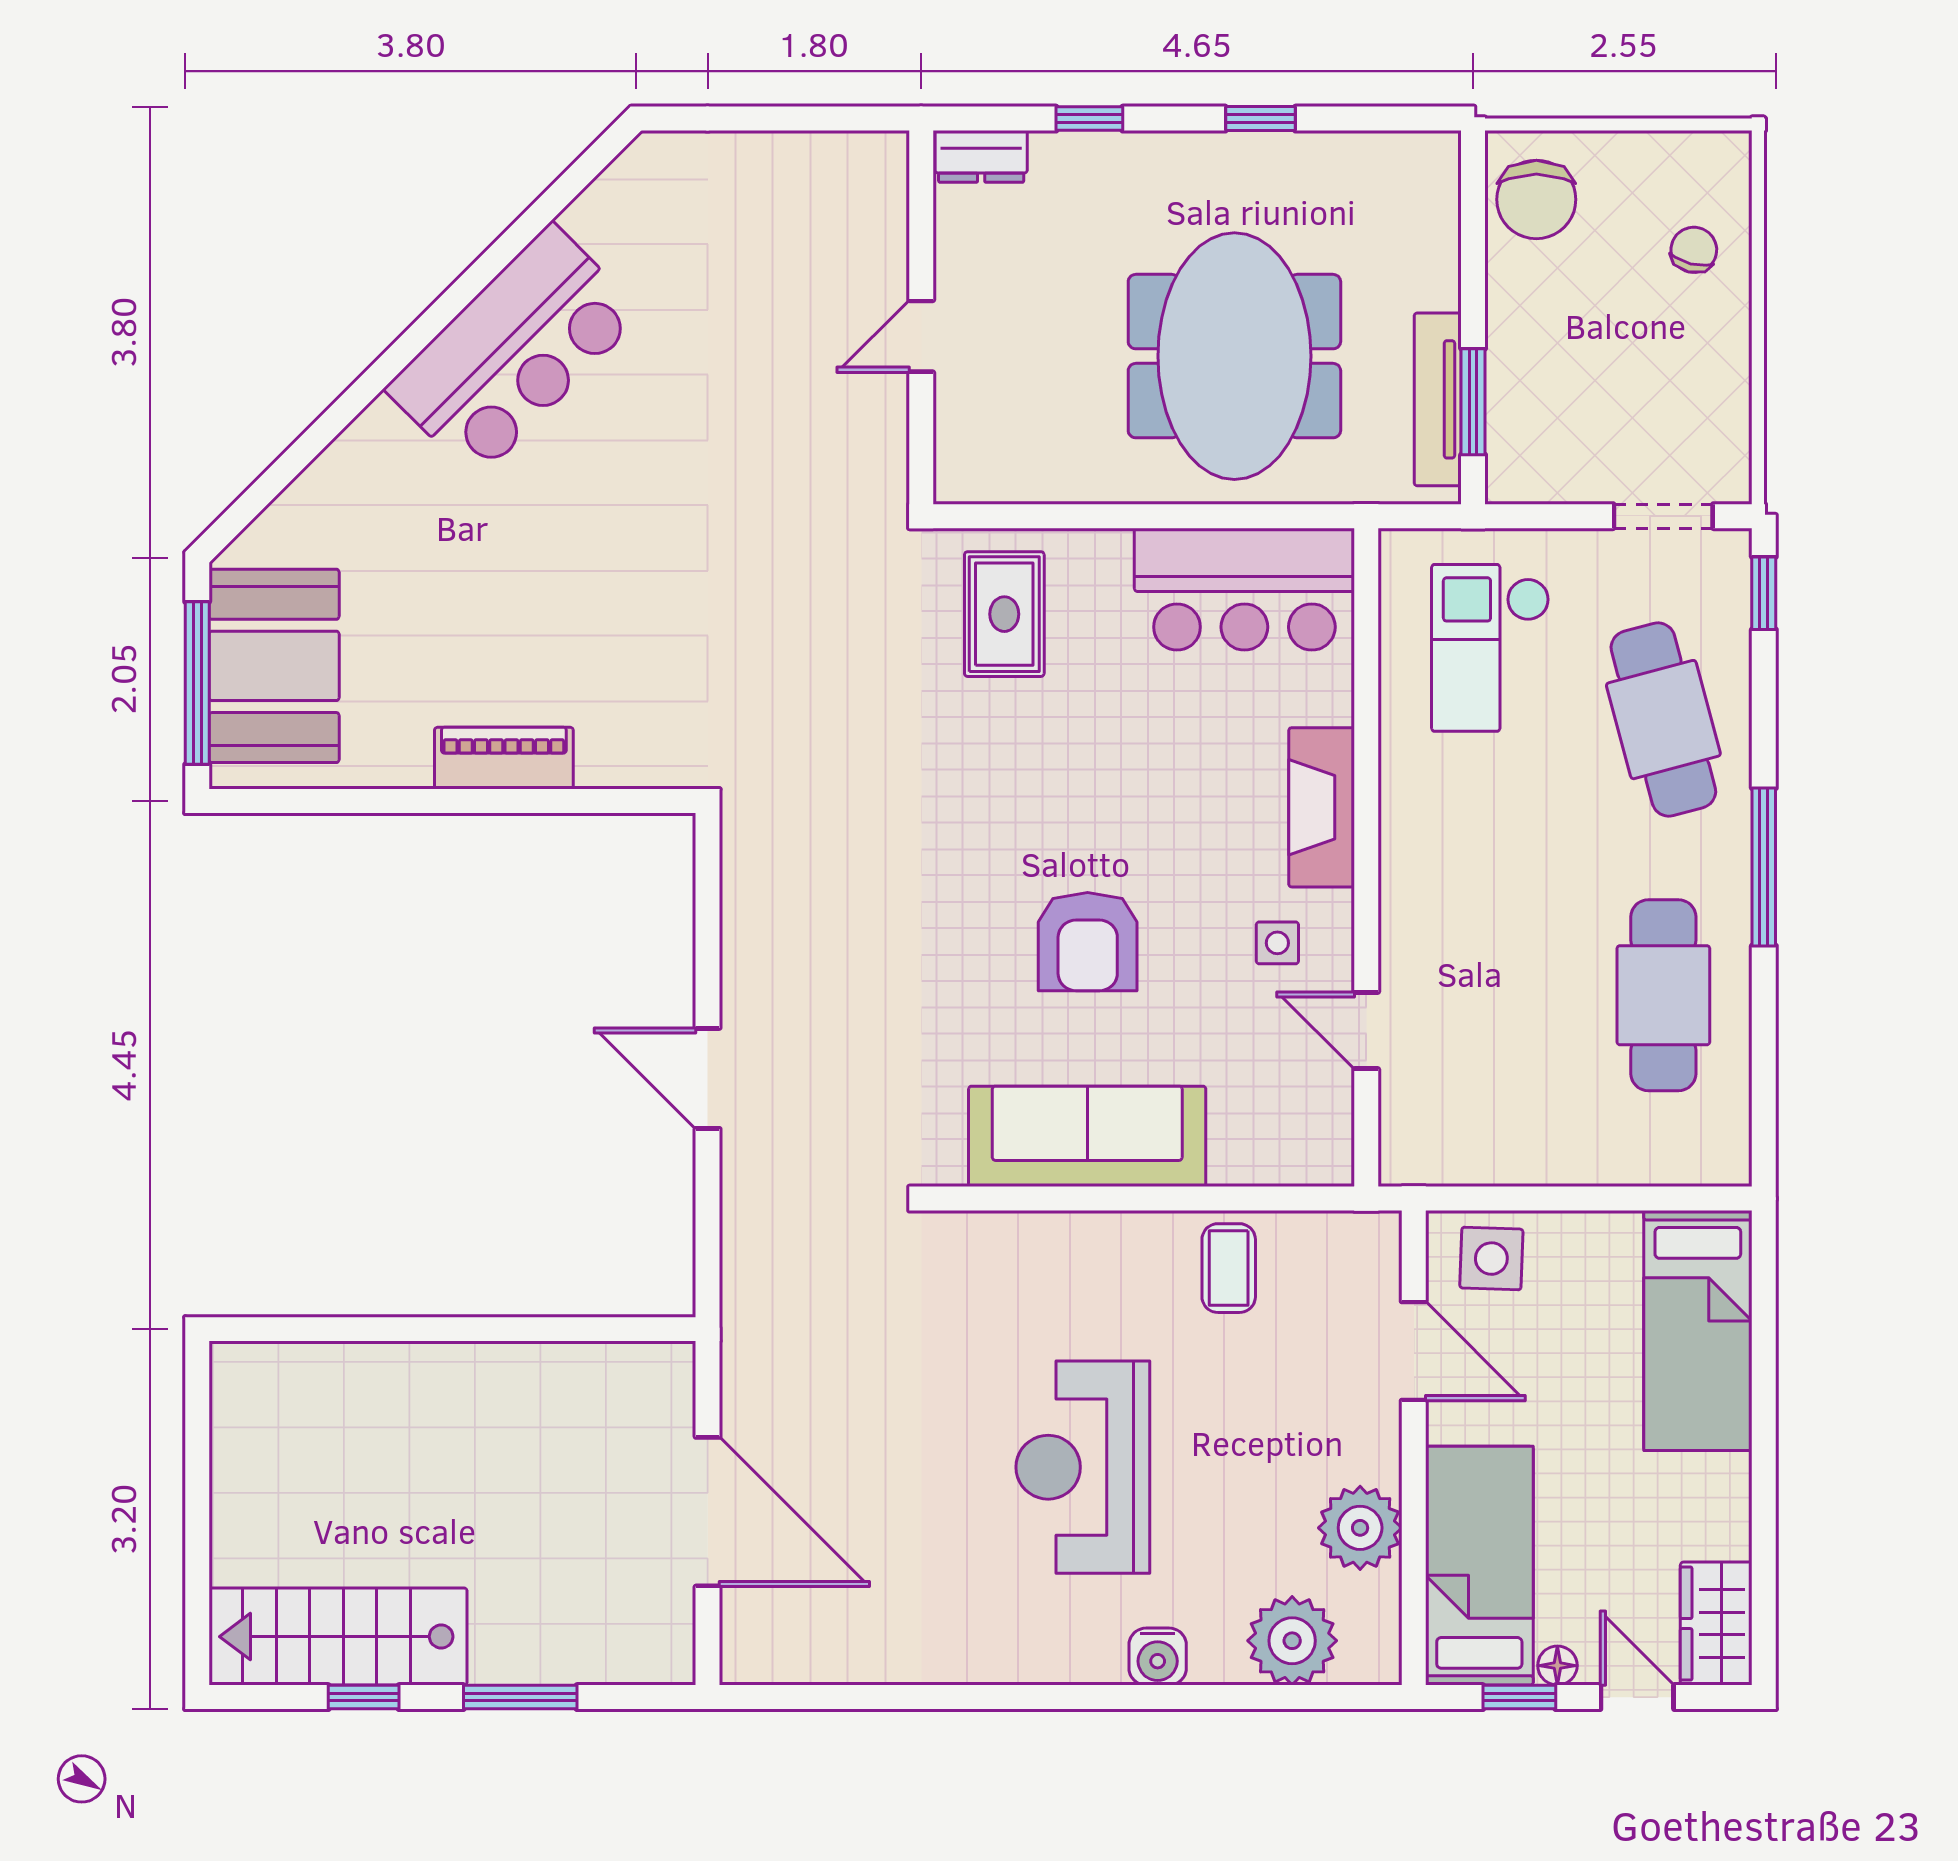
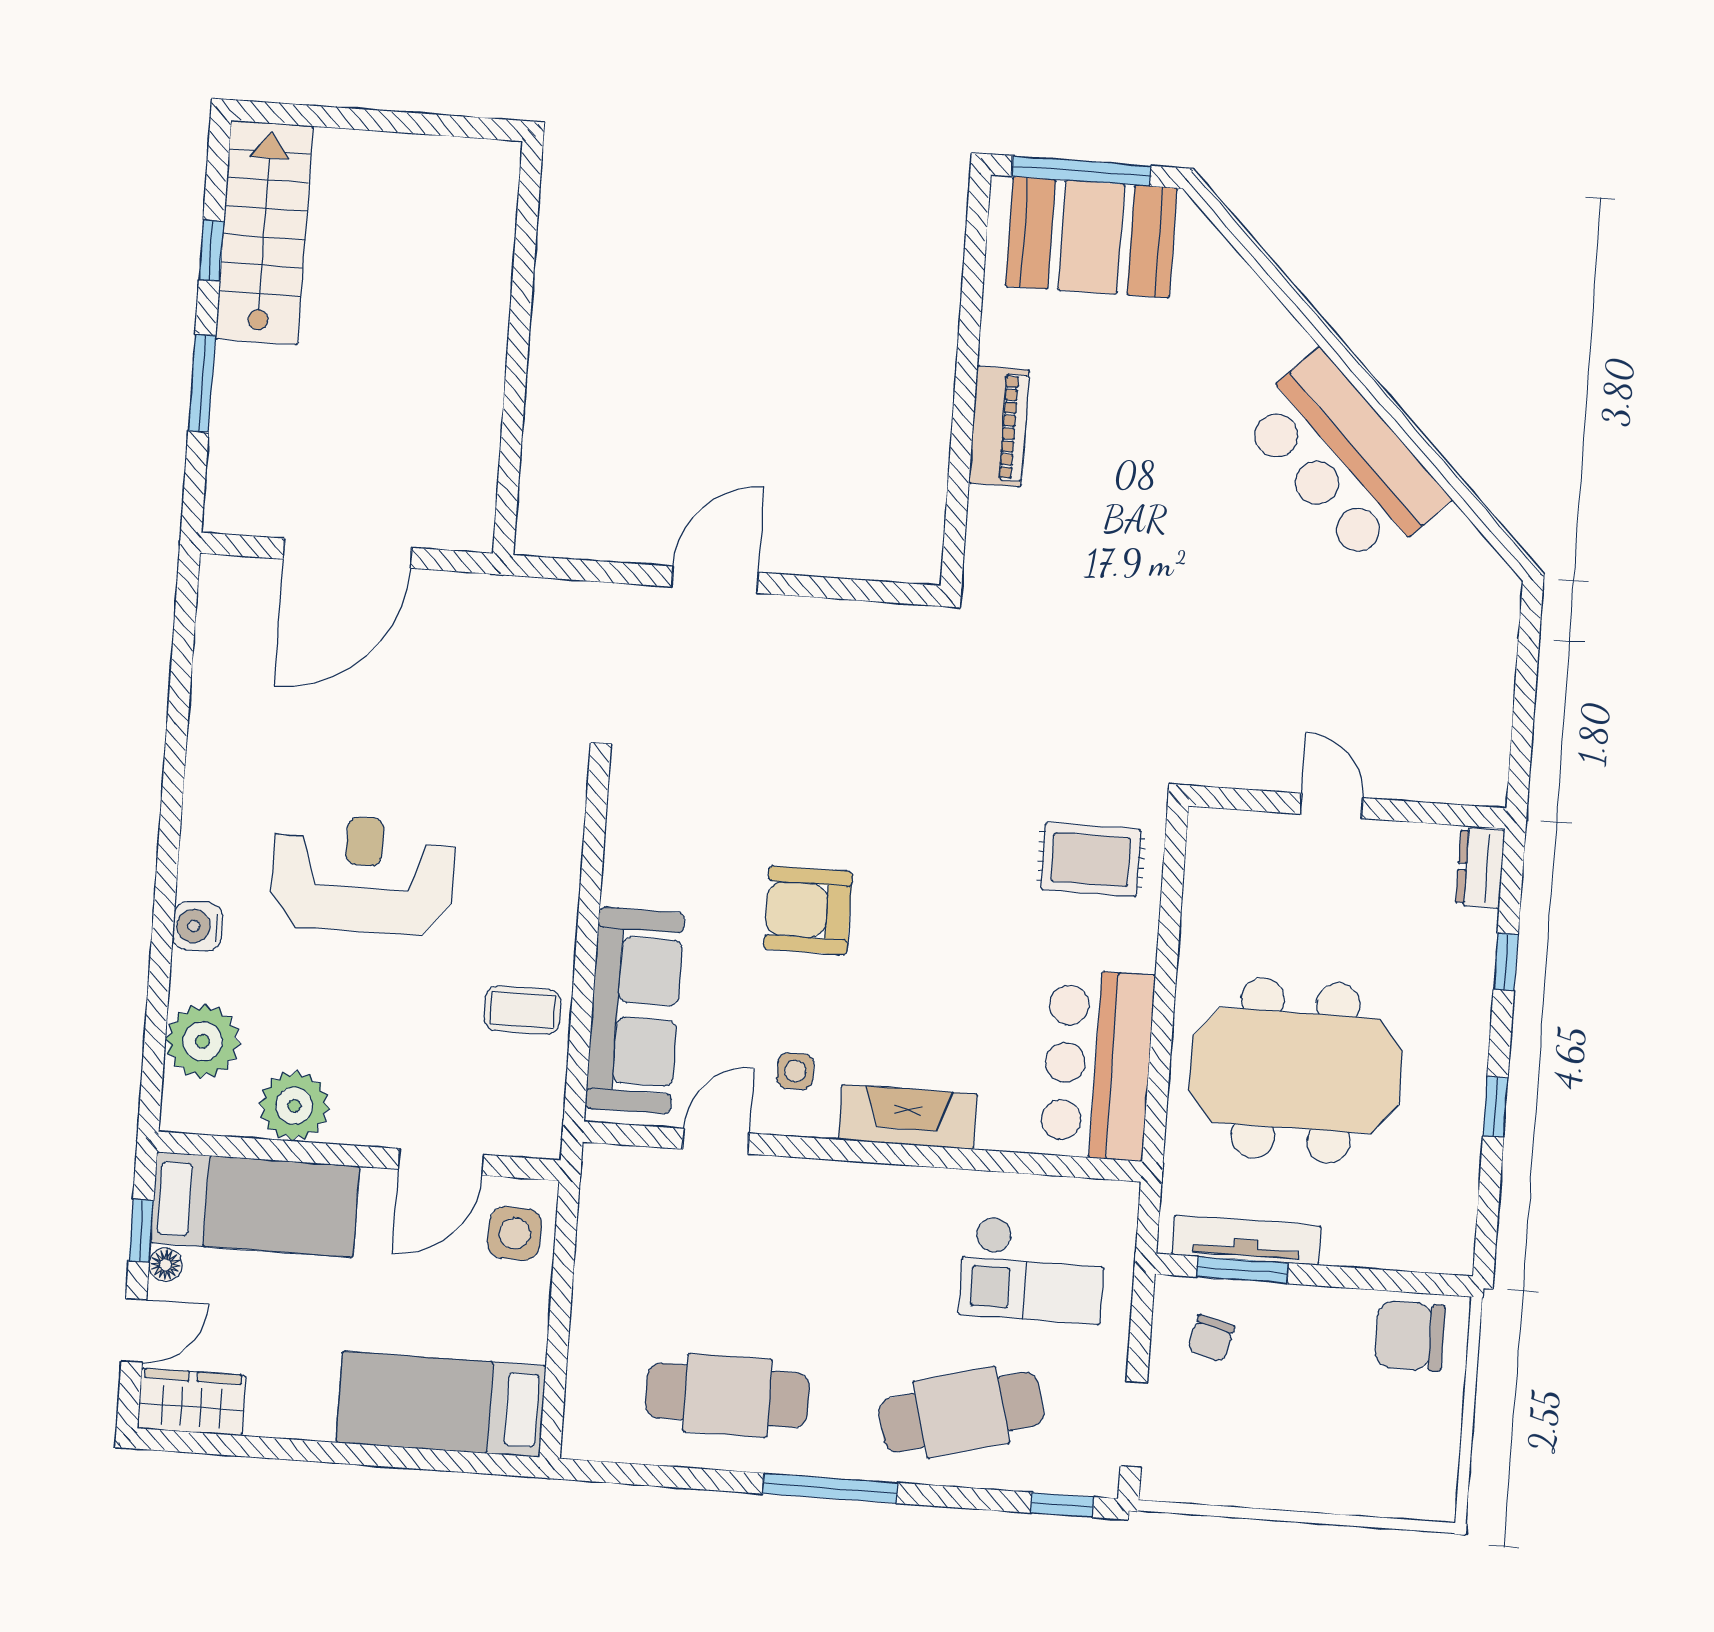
chair: (1694, 250) -> (1211, 1338), moved, turned 91
checkout: (1490, 648) -> (1033, 1270), turned 180
sofa: (1087, 1136) -> (635, 1011), moved

